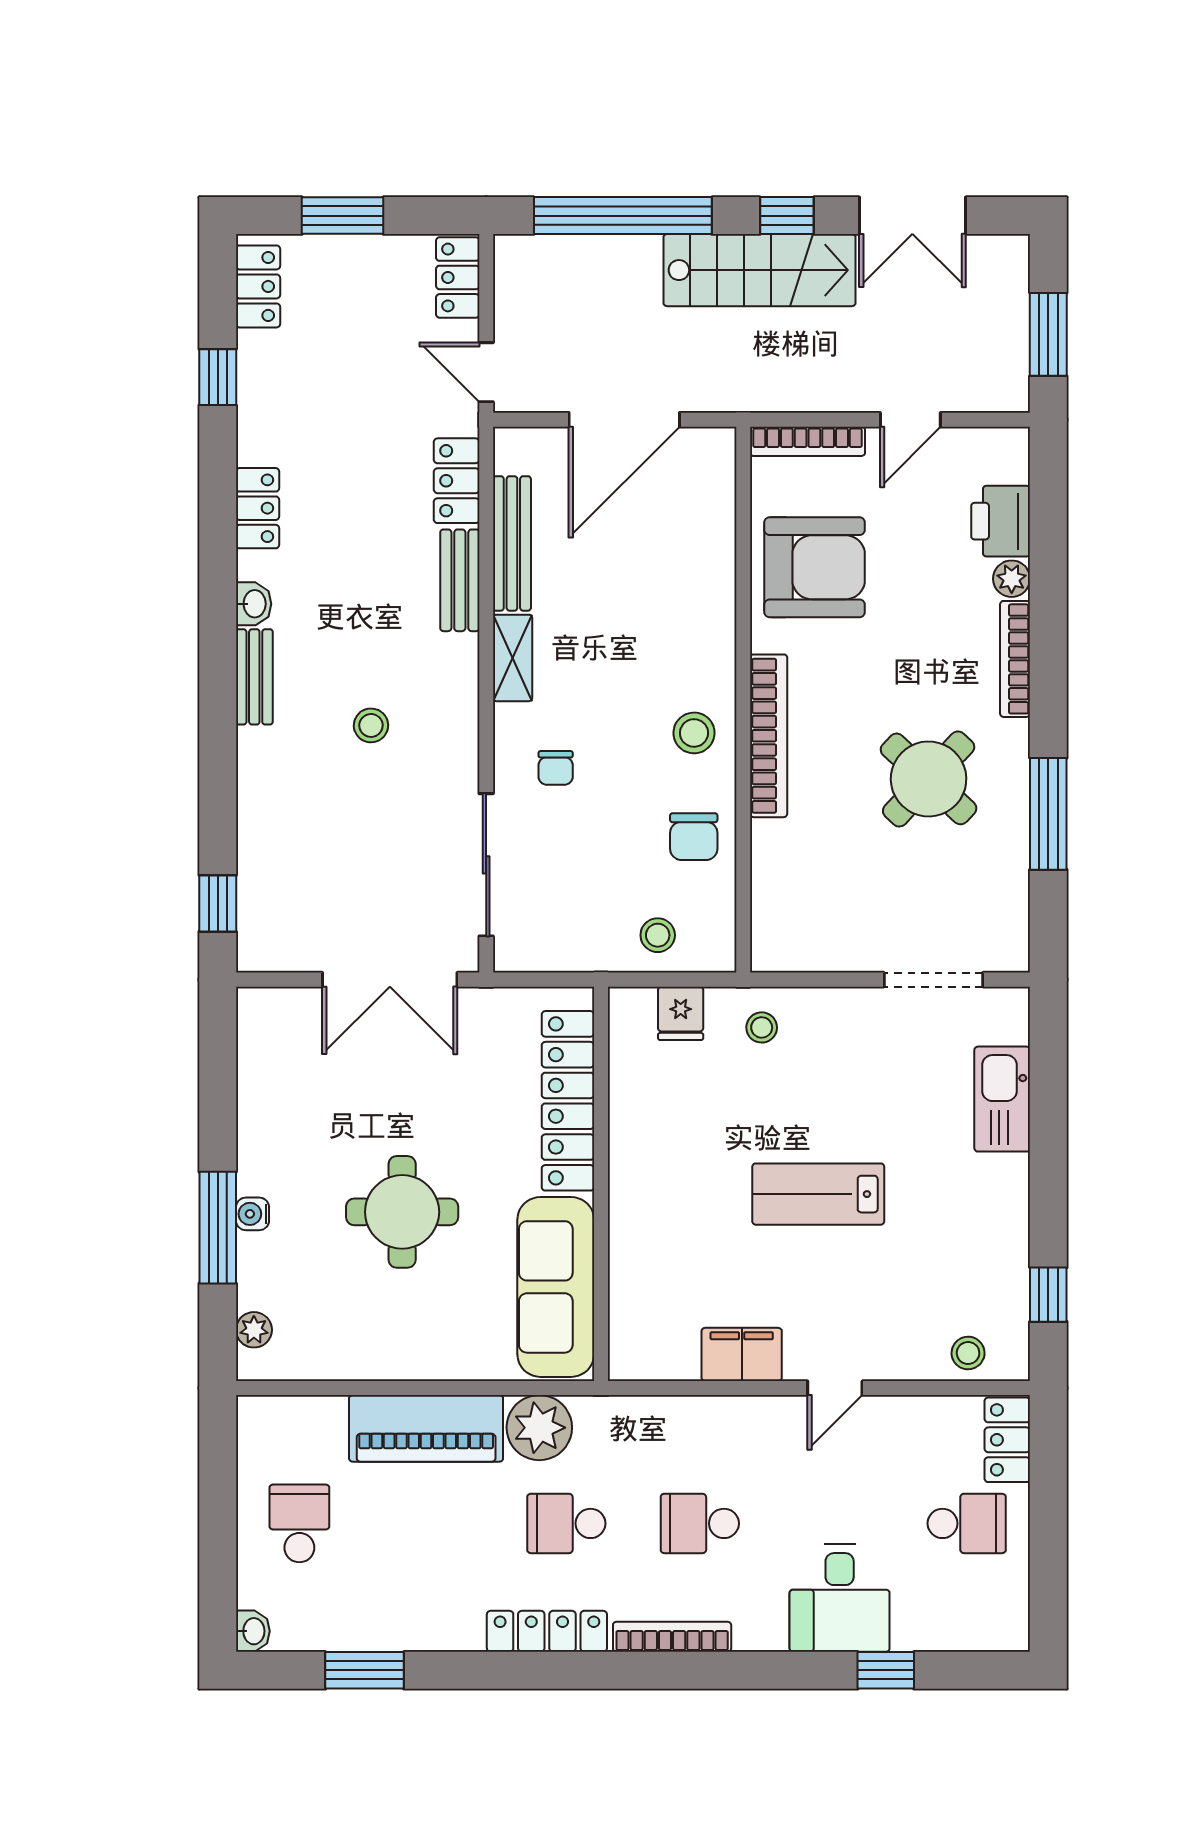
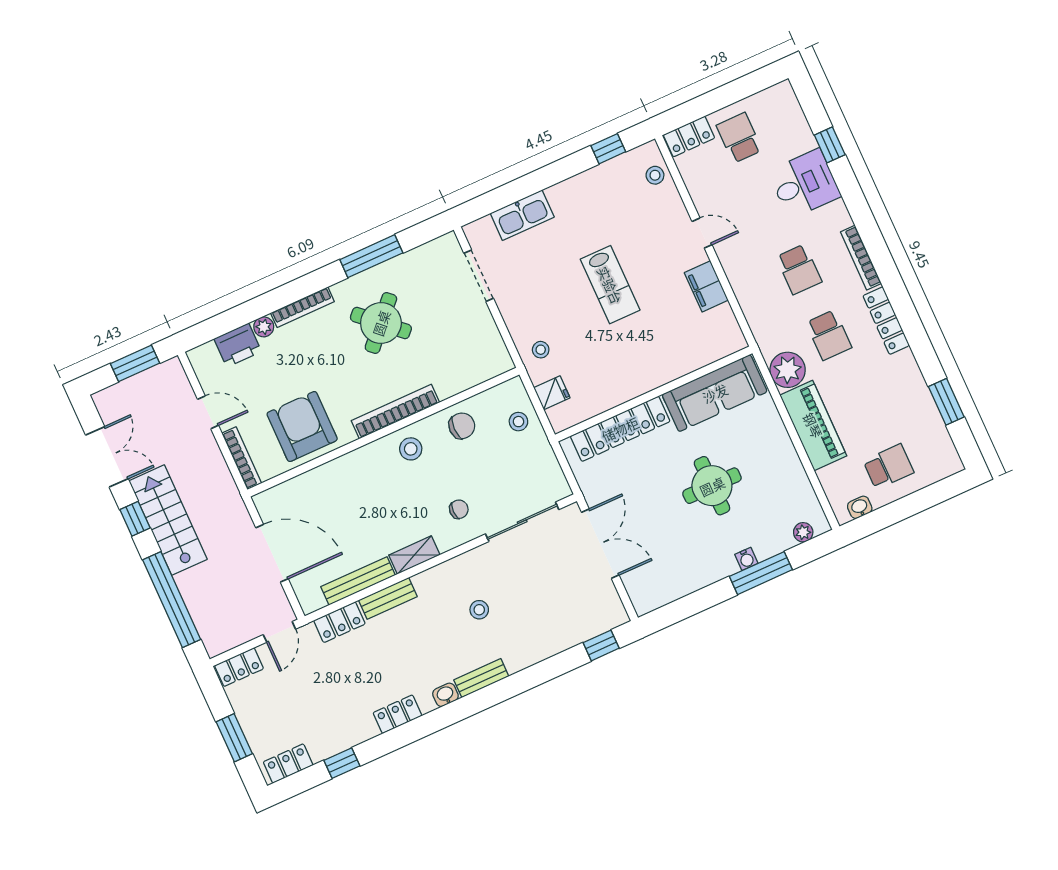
school desk: (299, 1523) -> (888, 467), turned 180
washbasin: (253, 1631) -> (860, 507), moved

